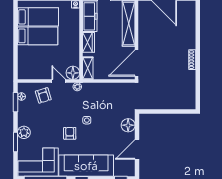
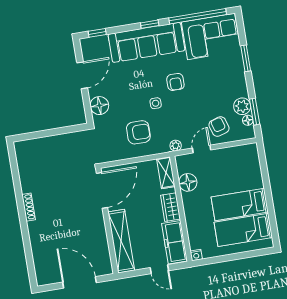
floor lamp: (73, 73) -> (188, 182), moved
door: (59, 81) -> (202, 149), swing flipped
armchair: (103, 101) -> (138, 132), added
plant: (24, 132) -> (242, 106), moved

